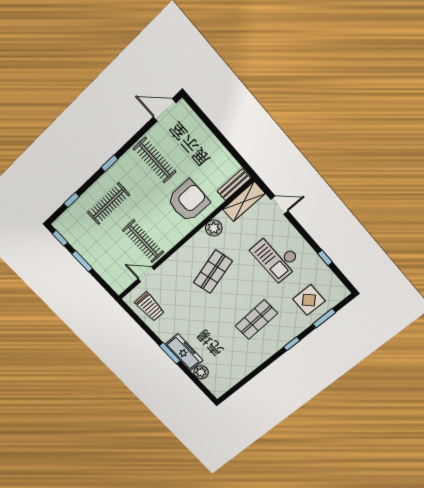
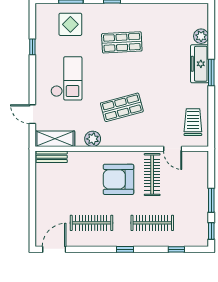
door: (165, 110) -> (54, 249), swing flipped
clothes rail: (155, 160) -> (91, 223), turned 90
armchair: (188, 201) -> (119, 179), moved

